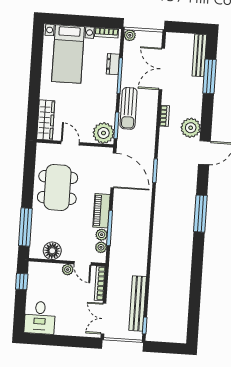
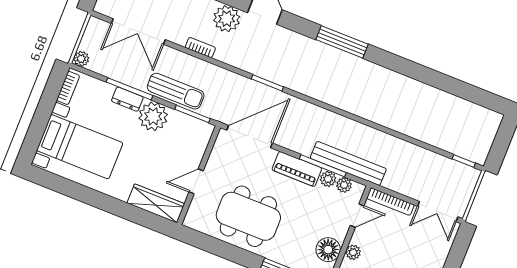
dresser: (113, 64) -> (127, 99), moved
plant: (104, 133) -> (153, 116), moved
plant: (68, 270) -> (353, 252), moved
bench: (138, 303) -> (348, 163), moved

